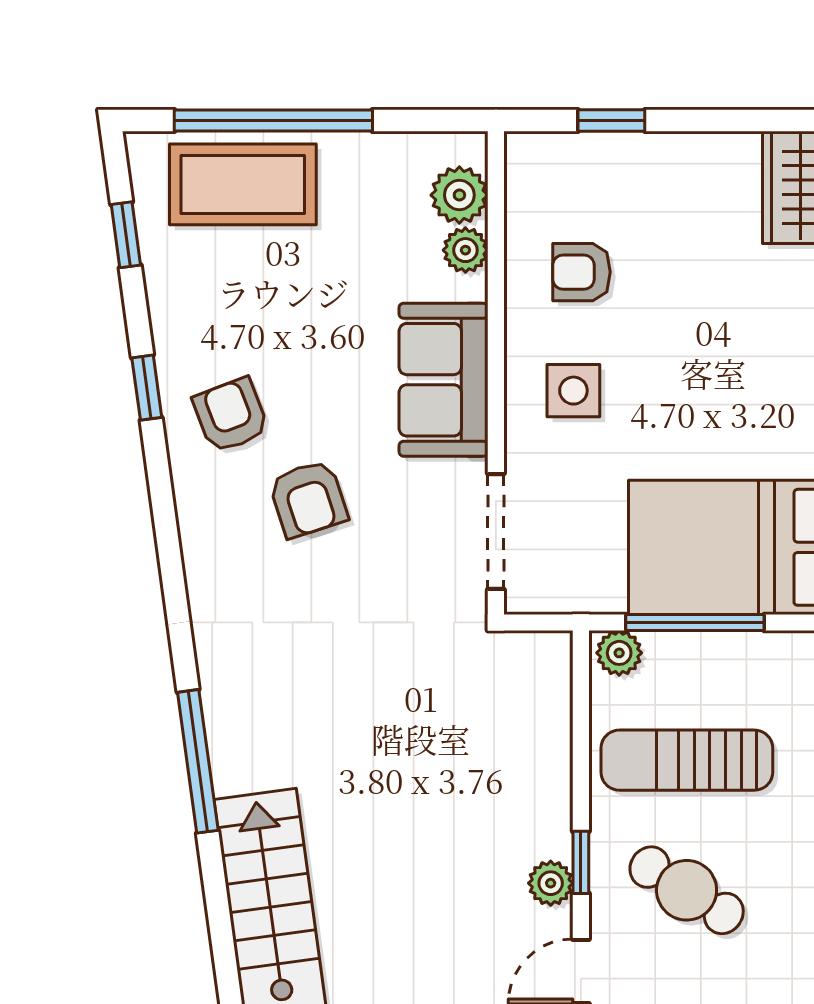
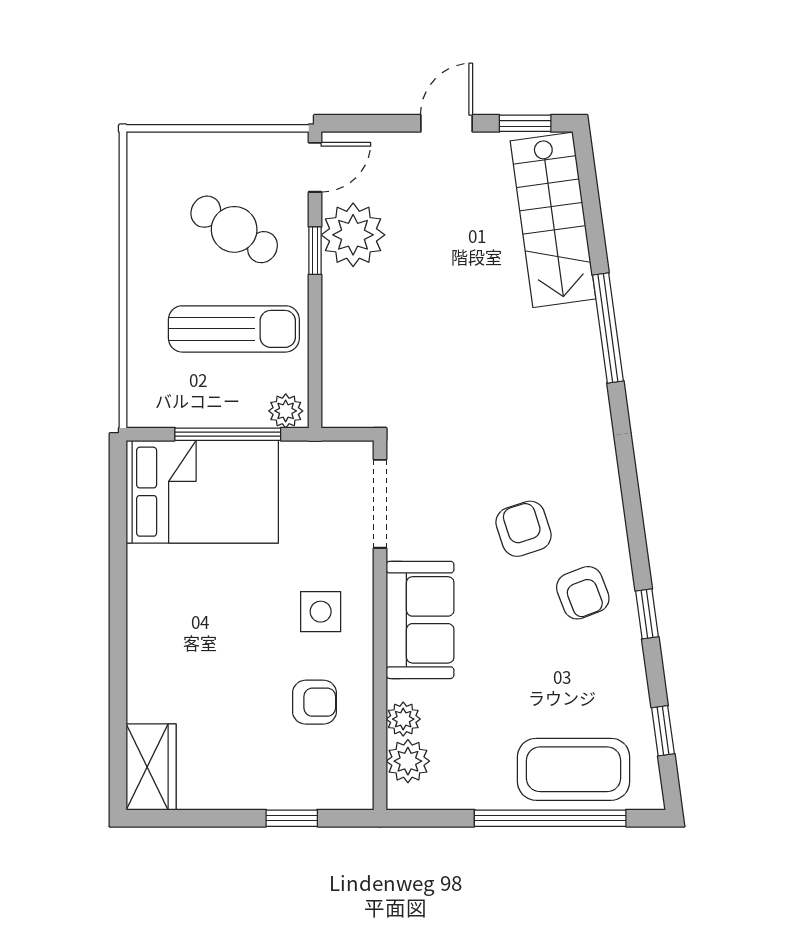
plant: (551, 883) -> (353, 235), width x1.87, depth x1.87

